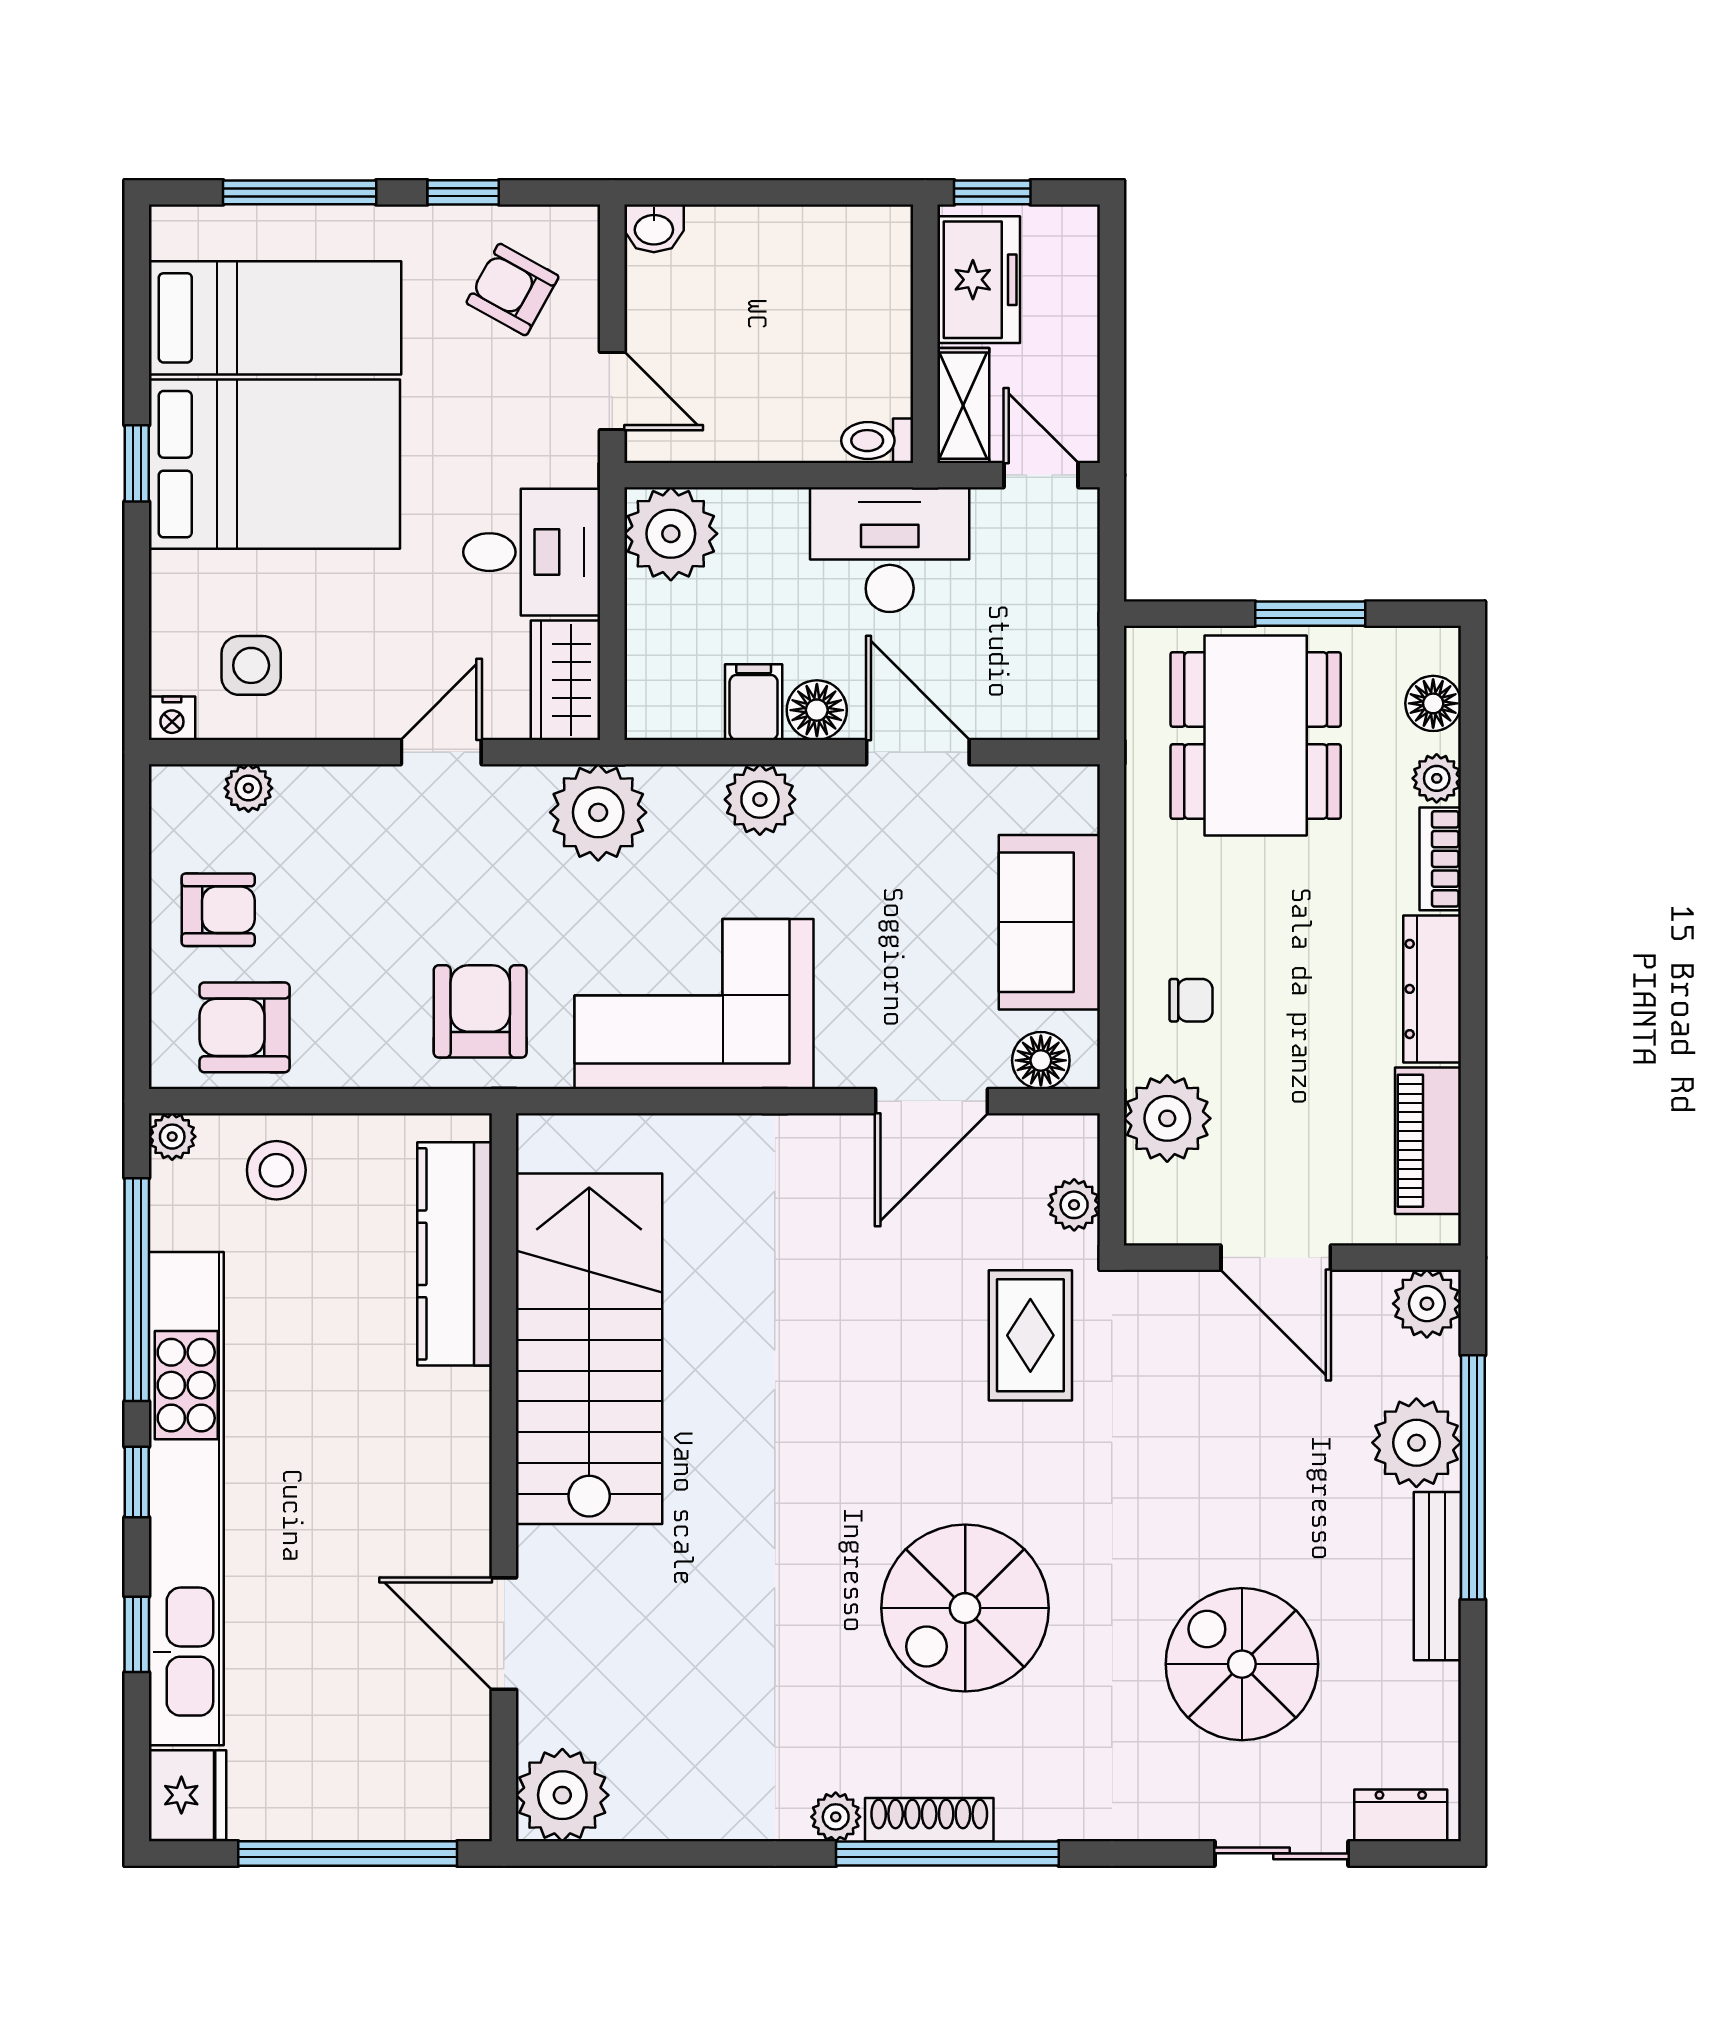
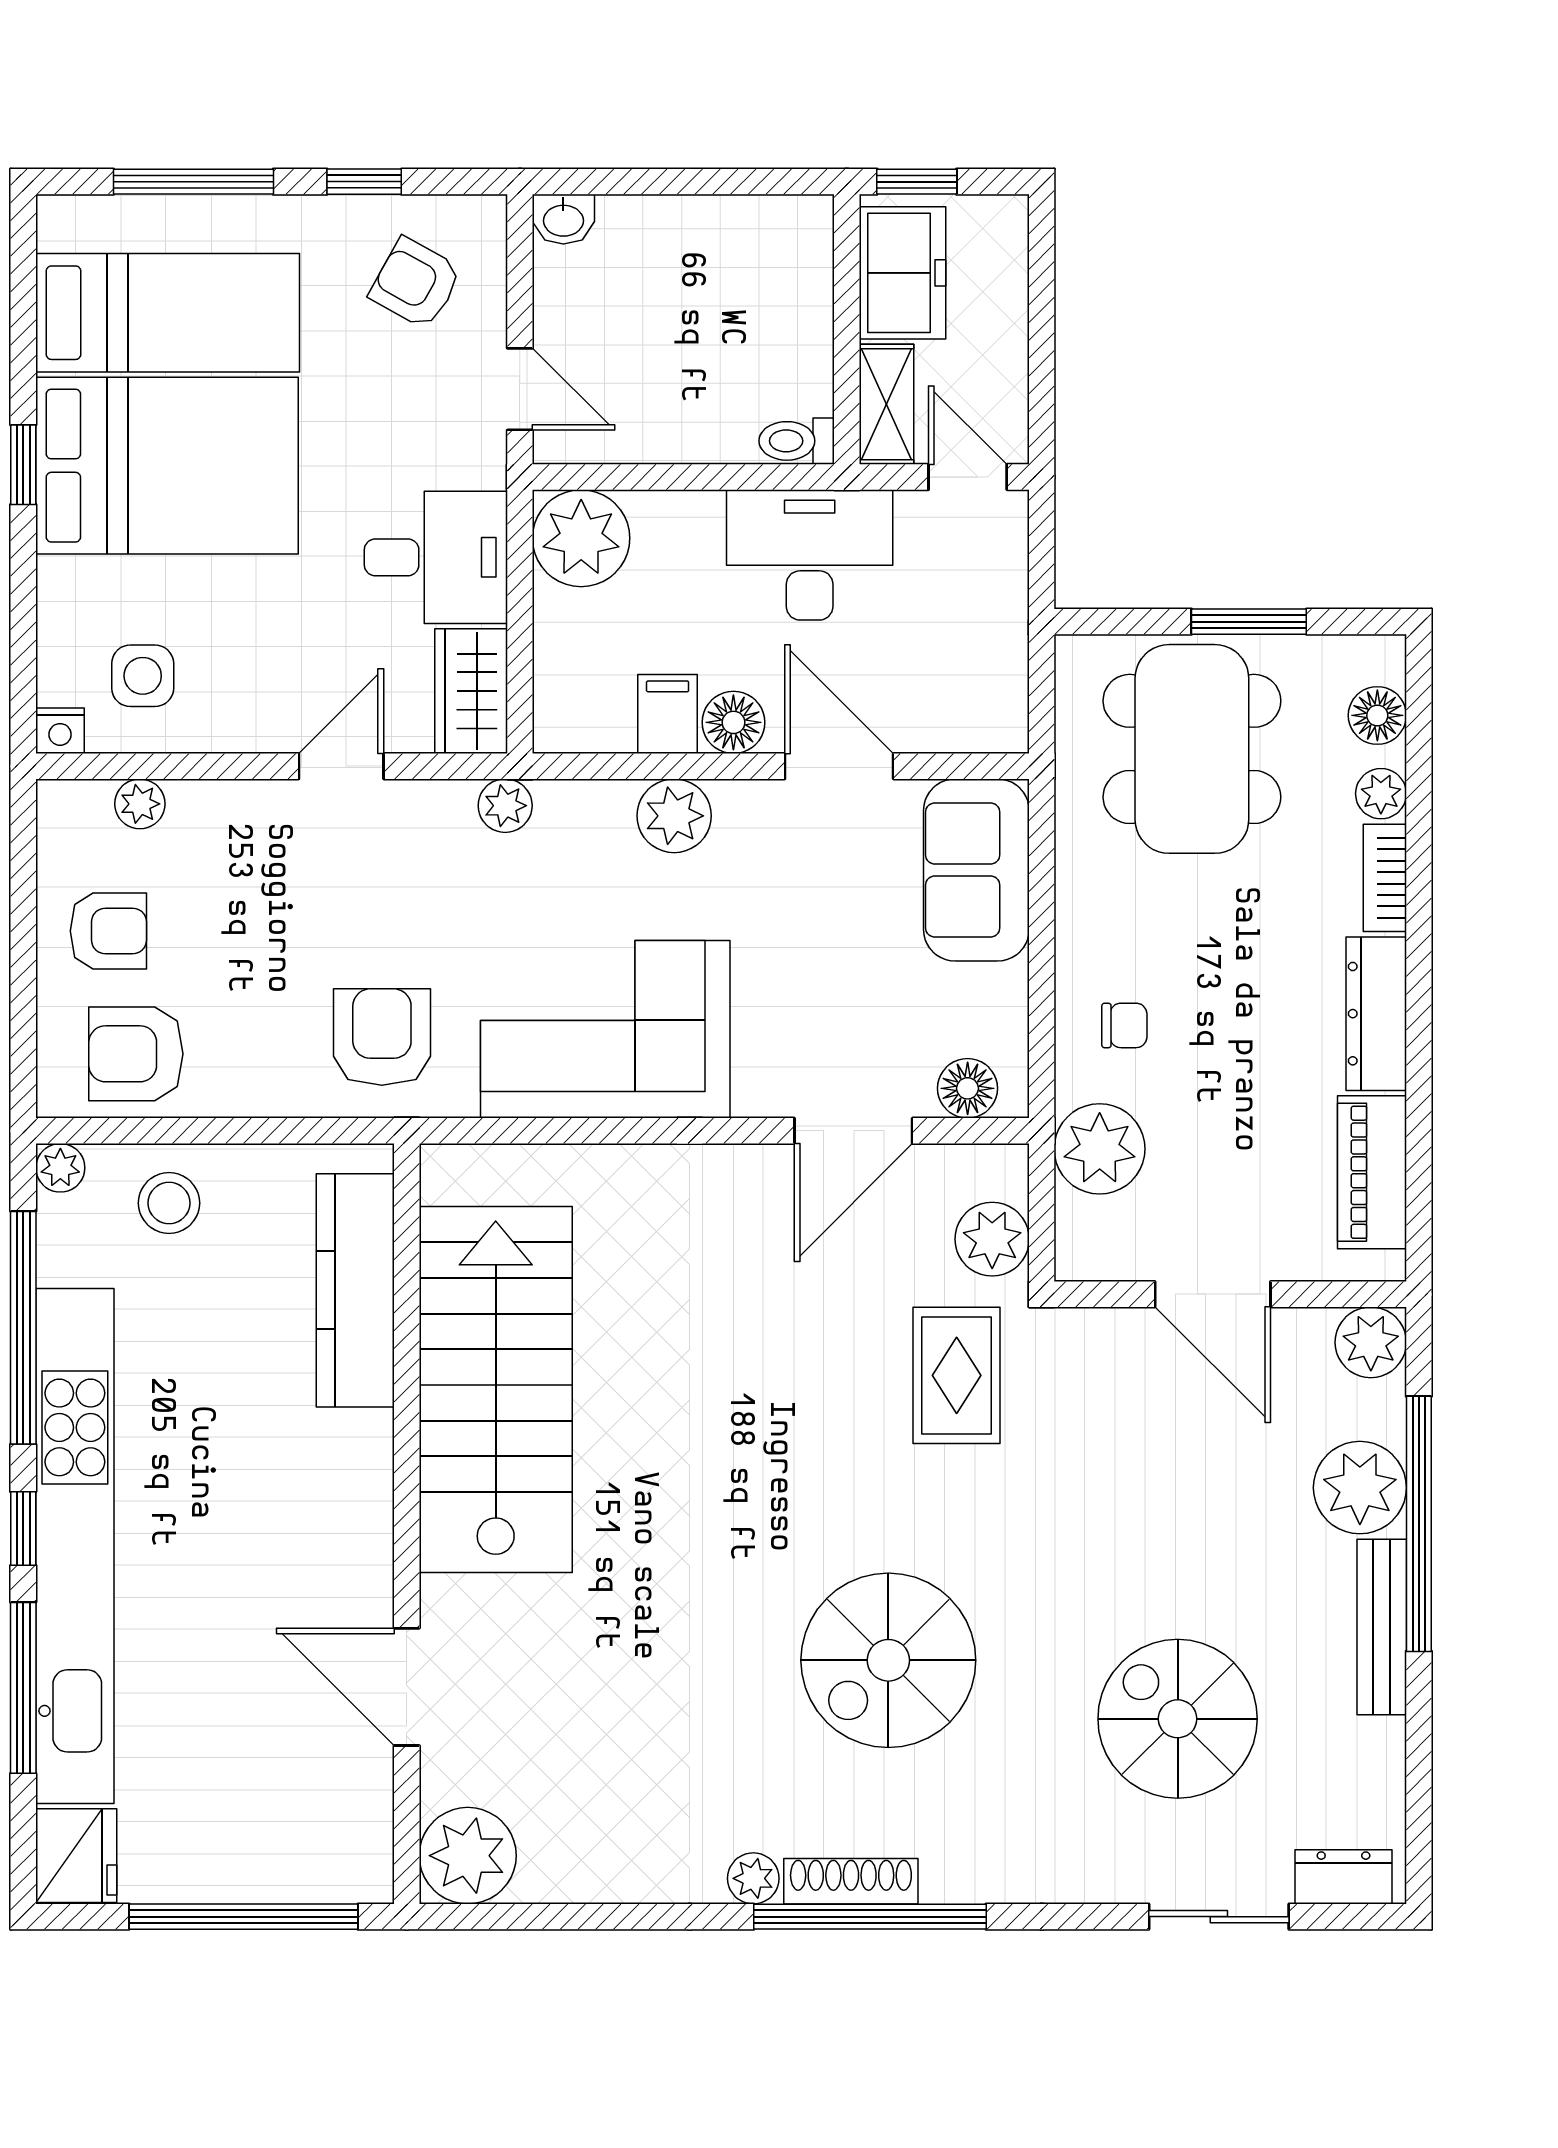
plant: (598, 812) -> (505, 806), width x0.53, depth x0.53
sofa: (1049, 922) -> (976, 870), moved
plant: (1074, 1205) -> (992, 1239), width x1.38, depth x1.38
window: (137, 1634) -> (23, 1688), width x2.17

